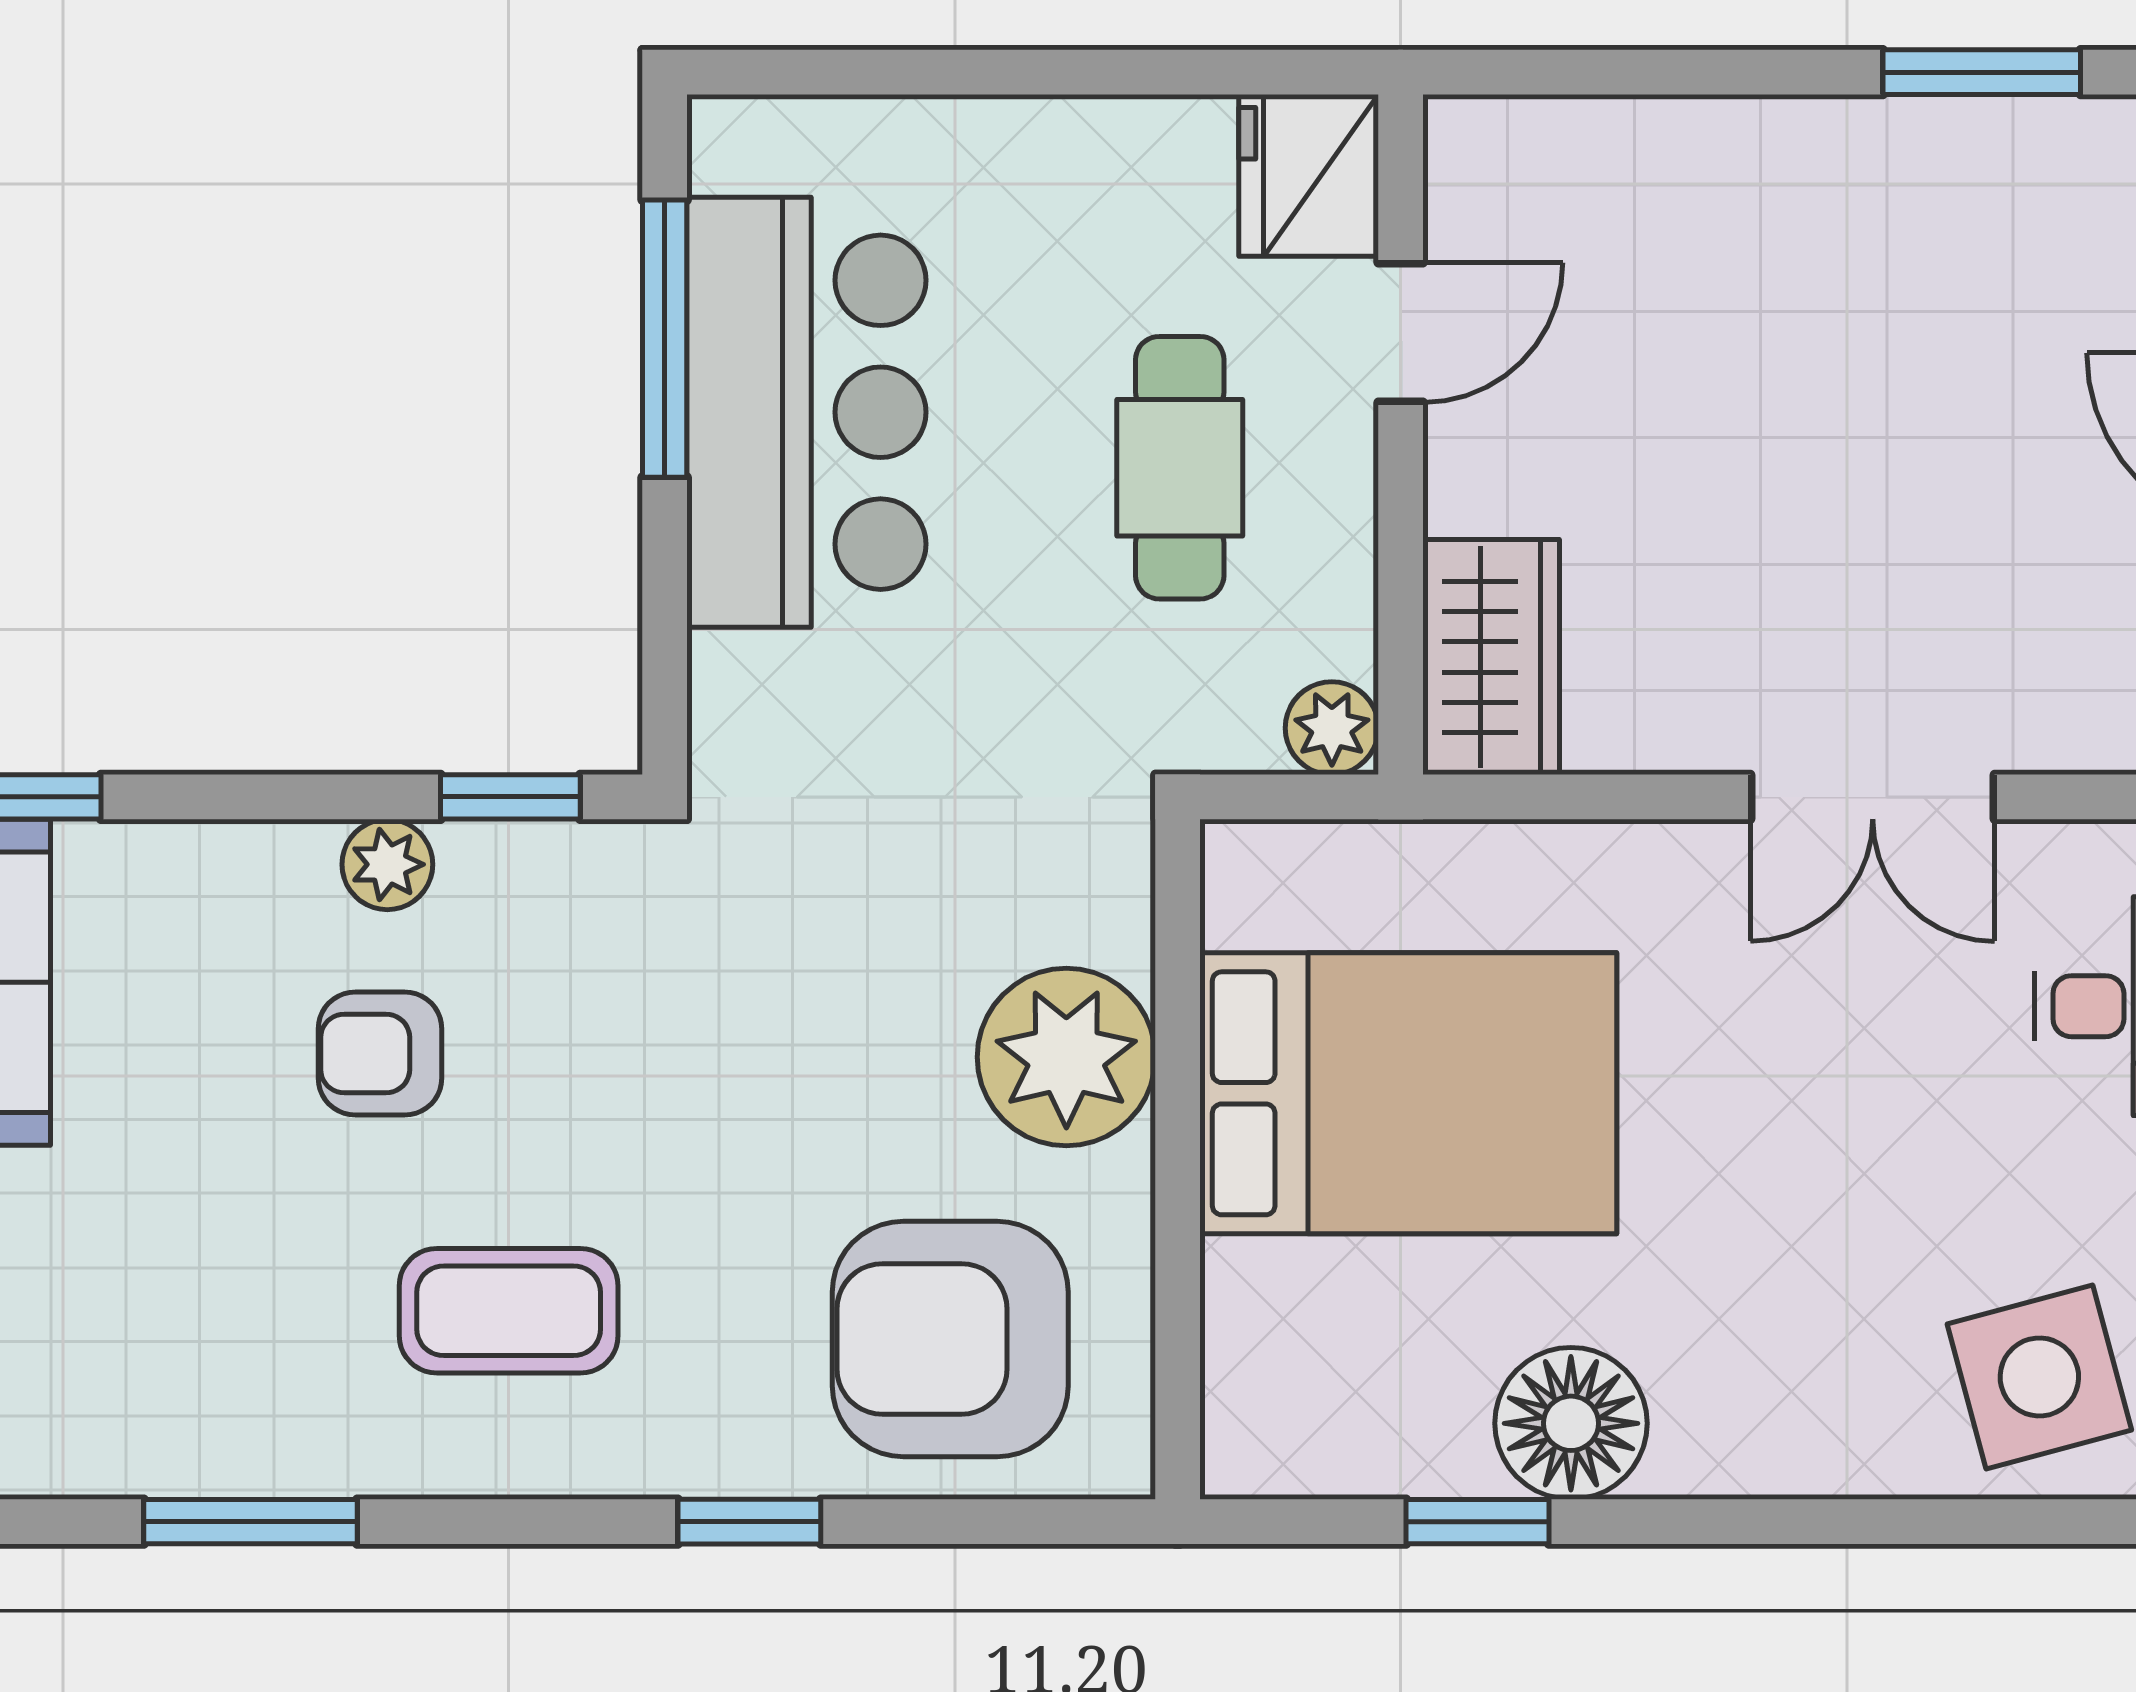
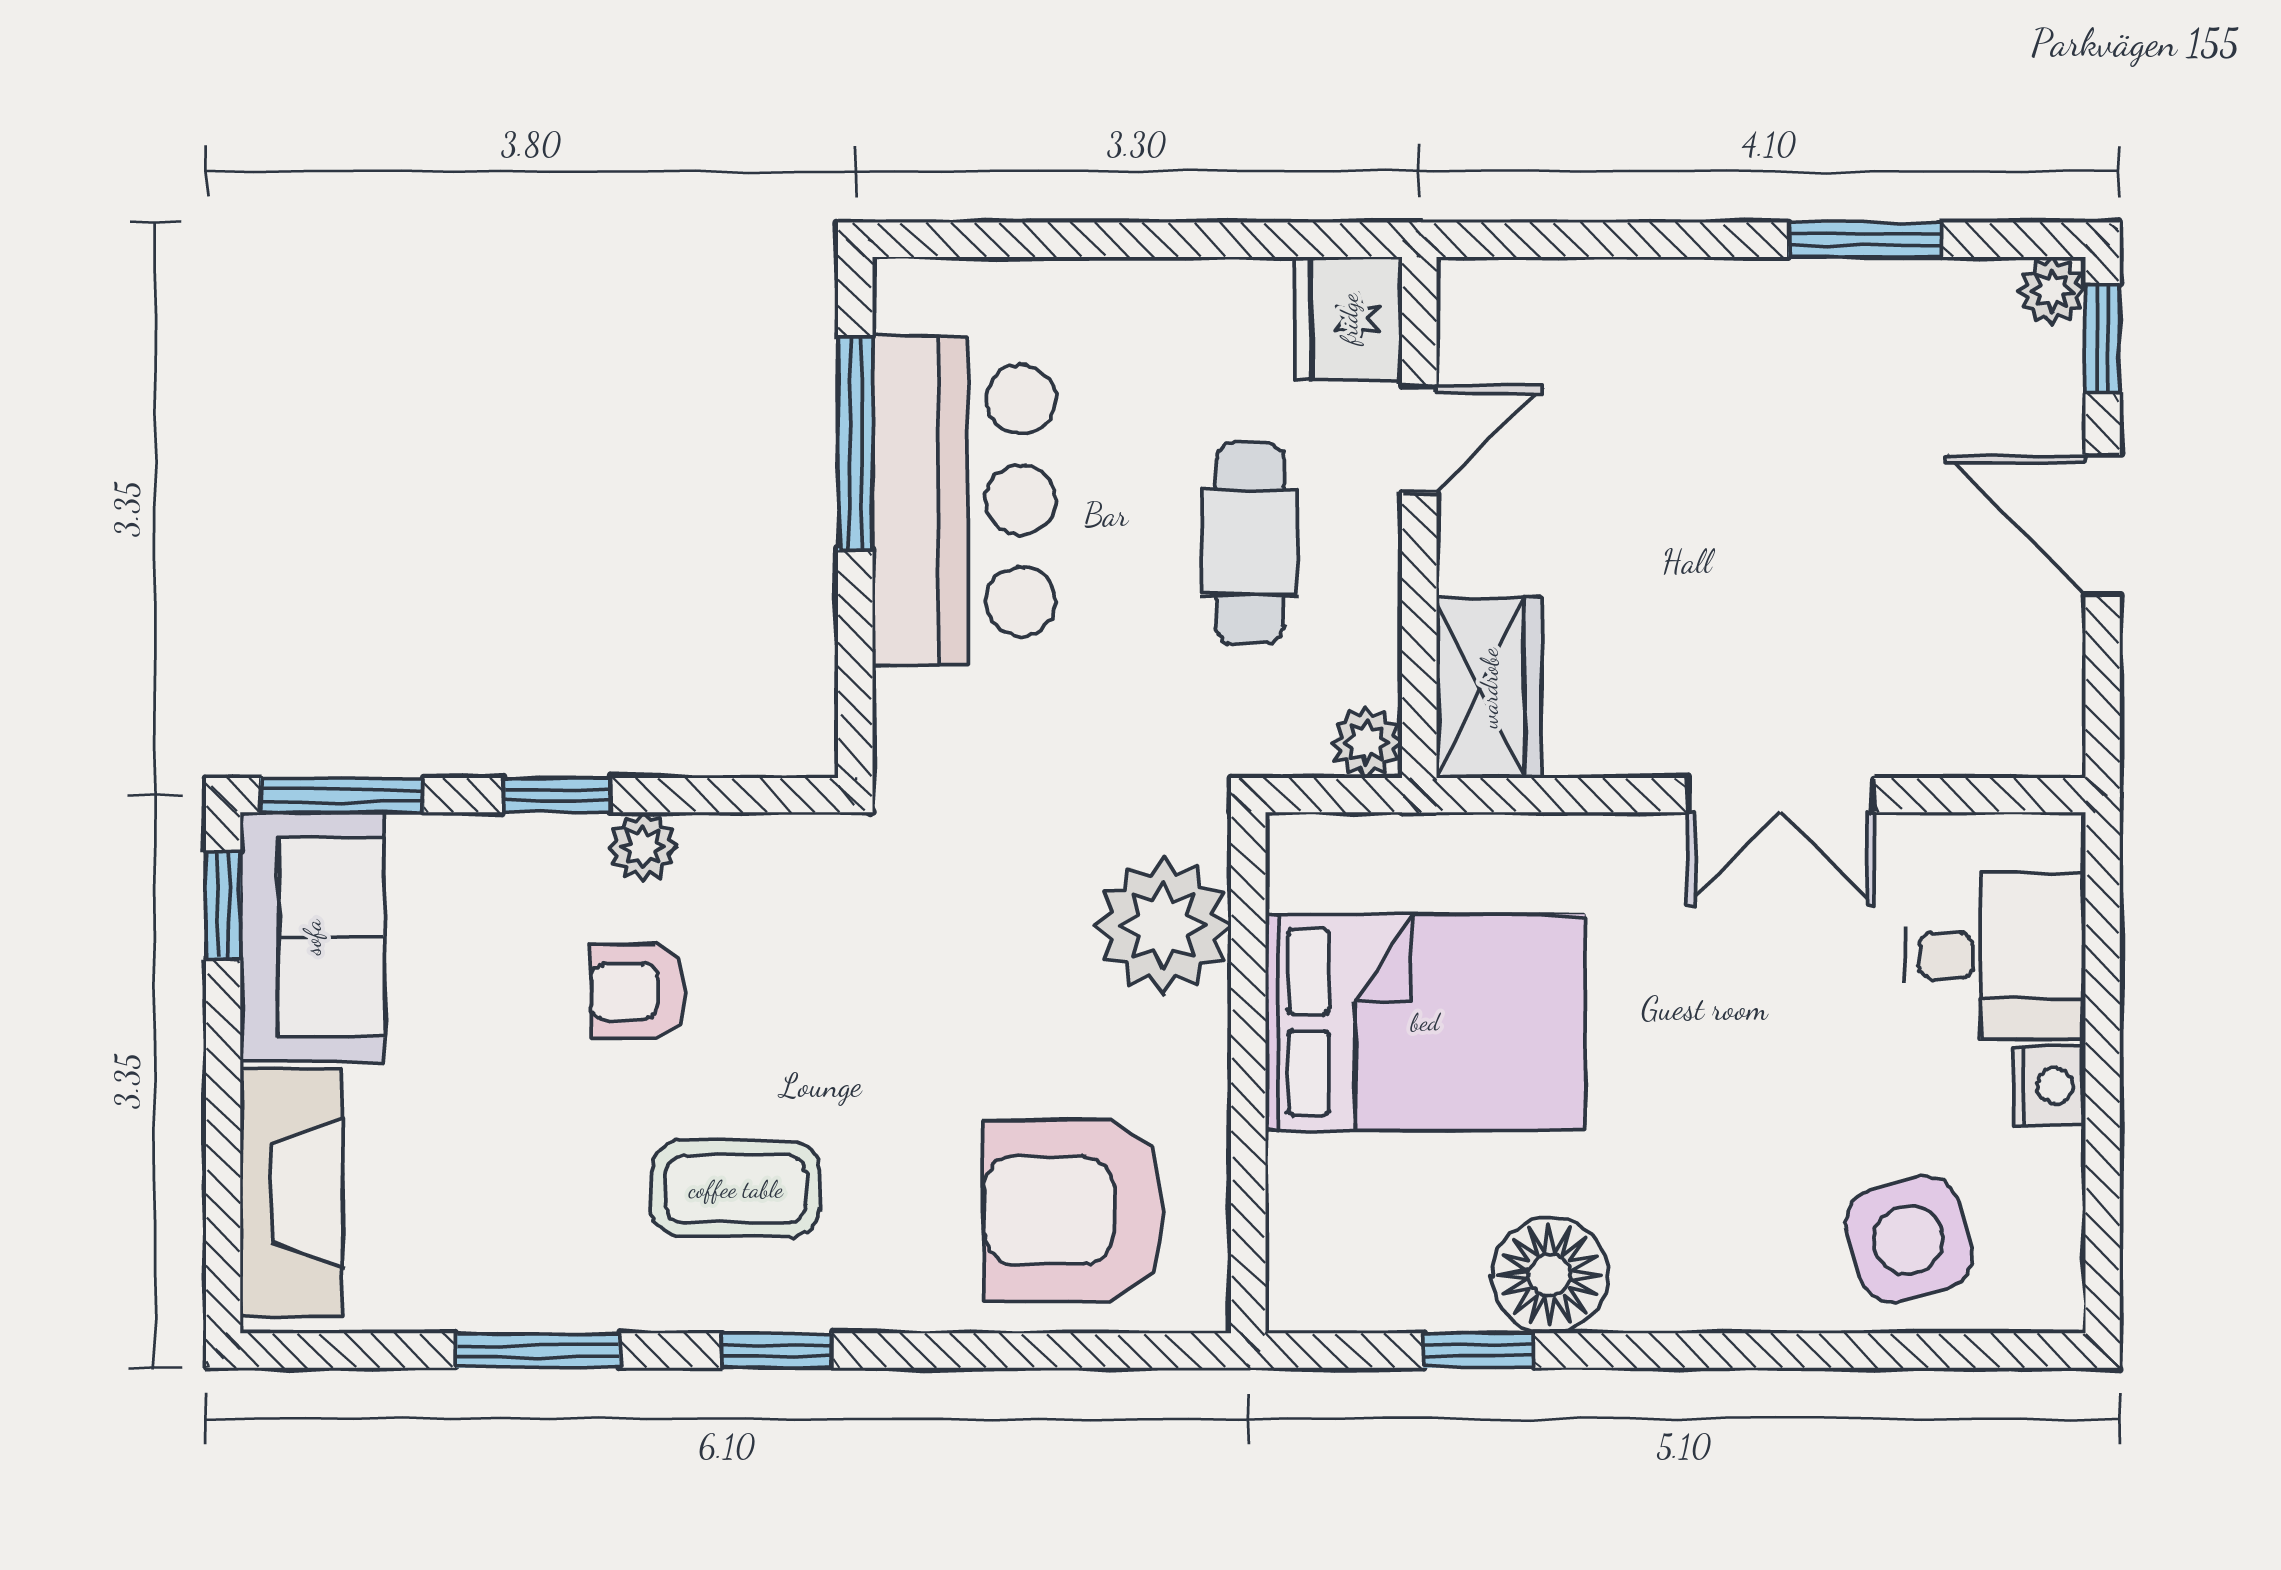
window: (510, 797) -> (557, 795), moved
plant: (1066, 1057) -> (1163, 926), moved
window: (749, 1522) -> (777, 1350), moved

